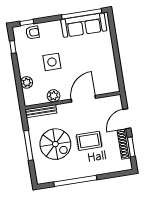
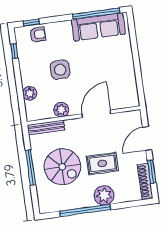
shoe rack: (124, 144) -> (145, 181), moved
plant: (91, 168) -> (104, 195), added

